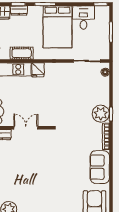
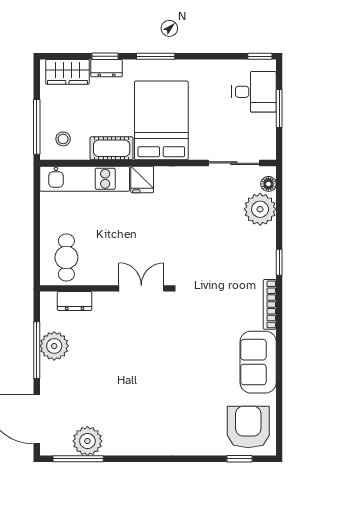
desk: (84, 18) -> (254, 92), moved, turned 90
bed: (58, 27) -> (161, 120), moved, turned 180
plant: (101, 114) -> (260, 209), moved
double door: (26, 128) -> (141, 288), moved

